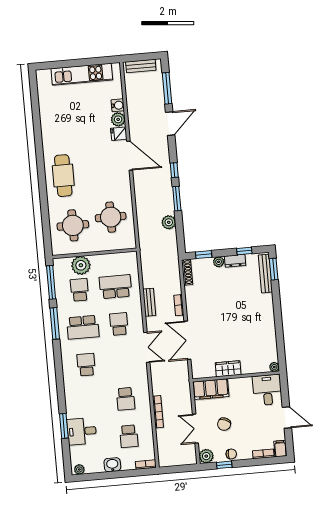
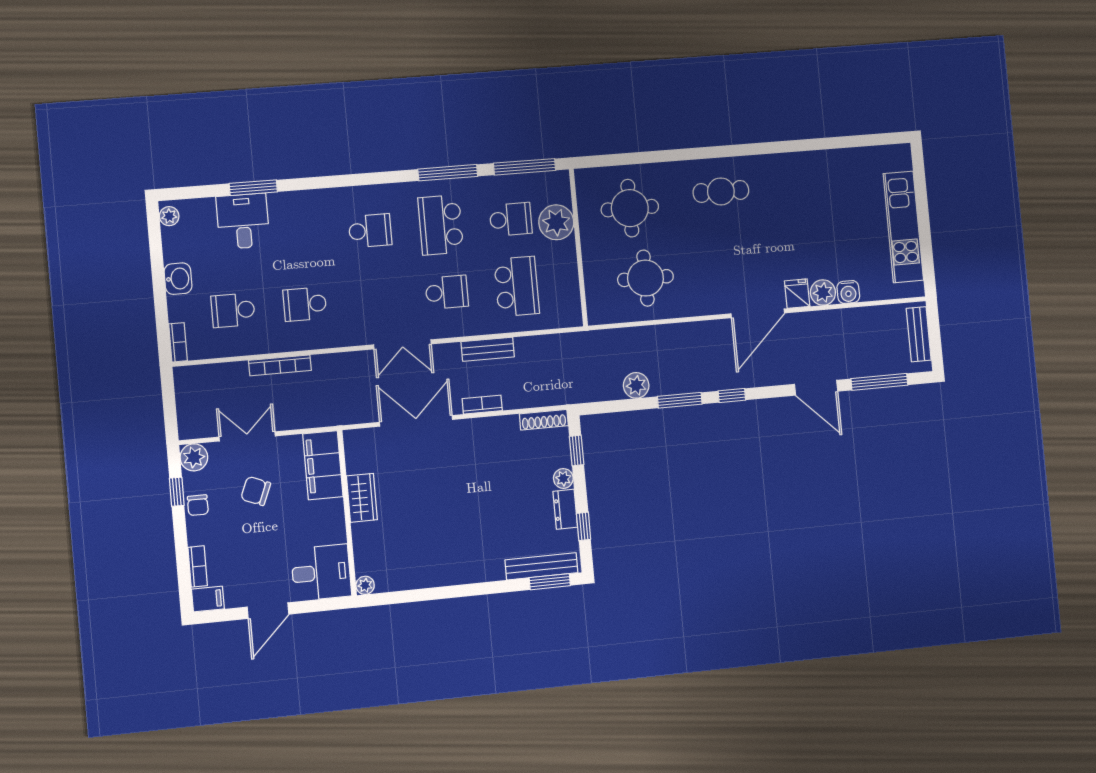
cafe table: (63, 176) -> (721, 191), width x0.73, depth x0.74

